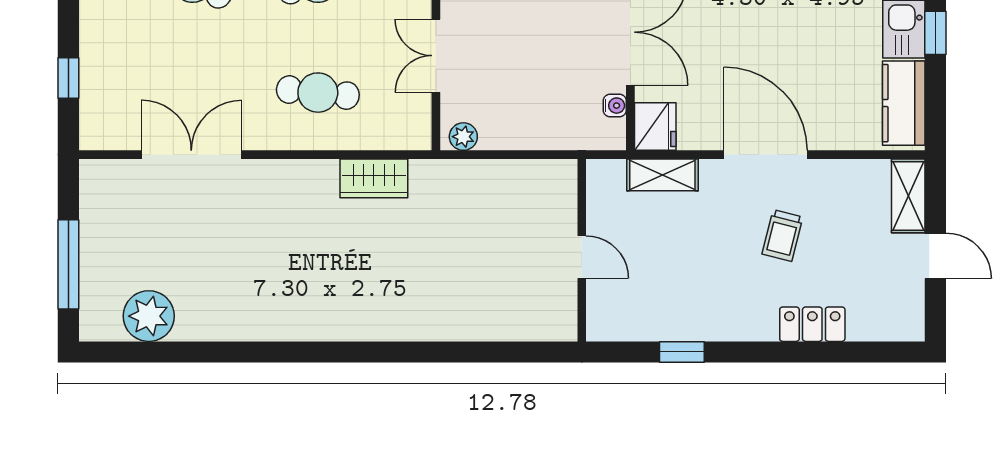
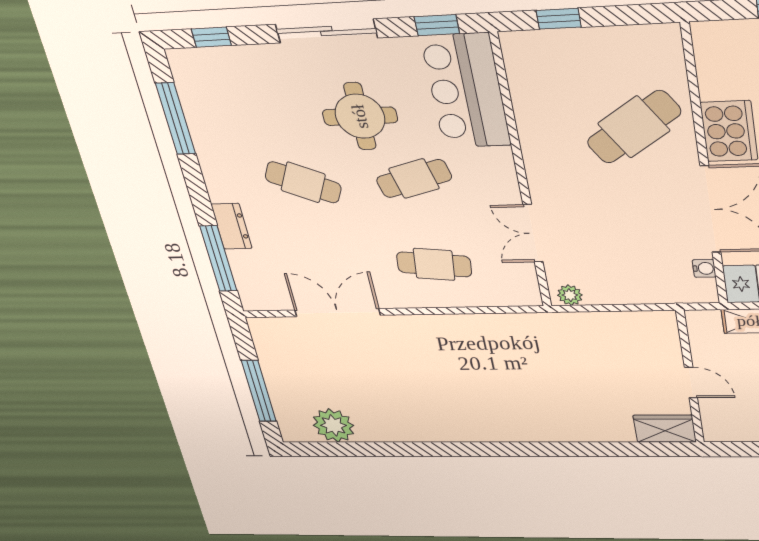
dresser: (96, 36) -> (232, 226), added
window: (68, 78) -> (218, 259), width x2.17
wardrobe: (374, 178) -> (665, 429), moved, turned 180

